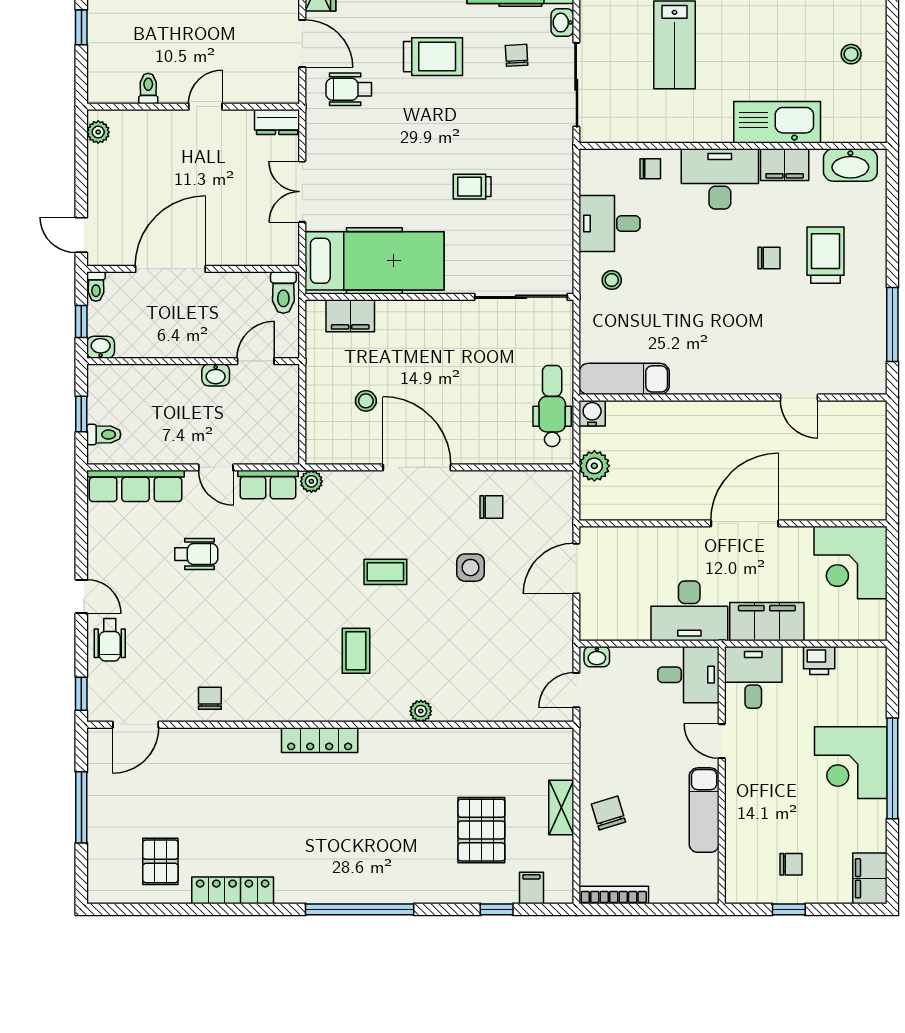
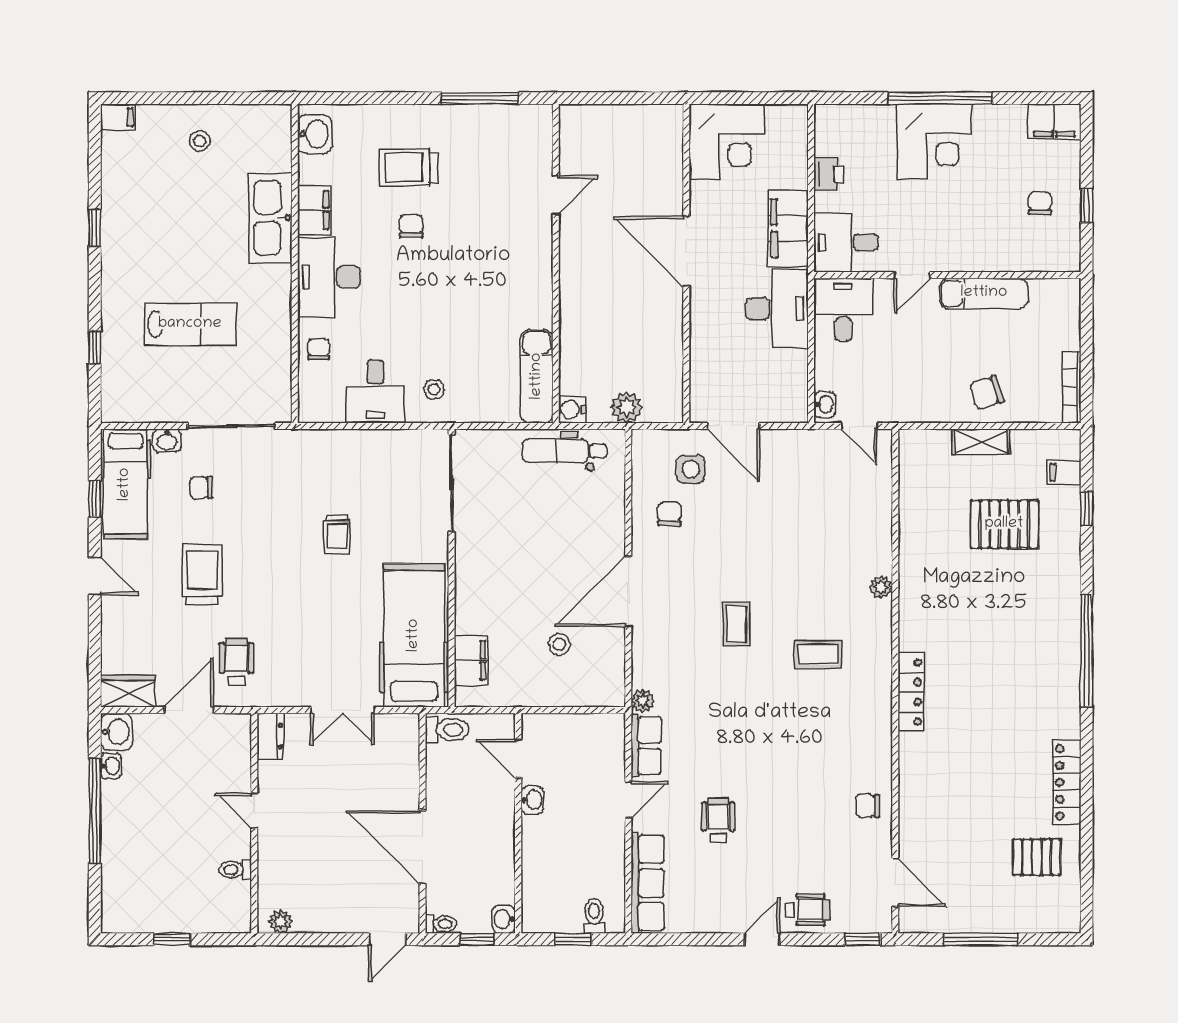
wheelchair: (349, 89) -> (236, 662), turned 180
washbasin: (850, 165) -> (315, 134), width x0.72
side table: (471, 568) -> (691, 469), moved

